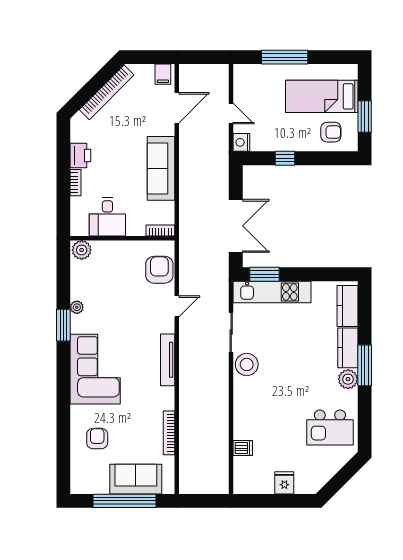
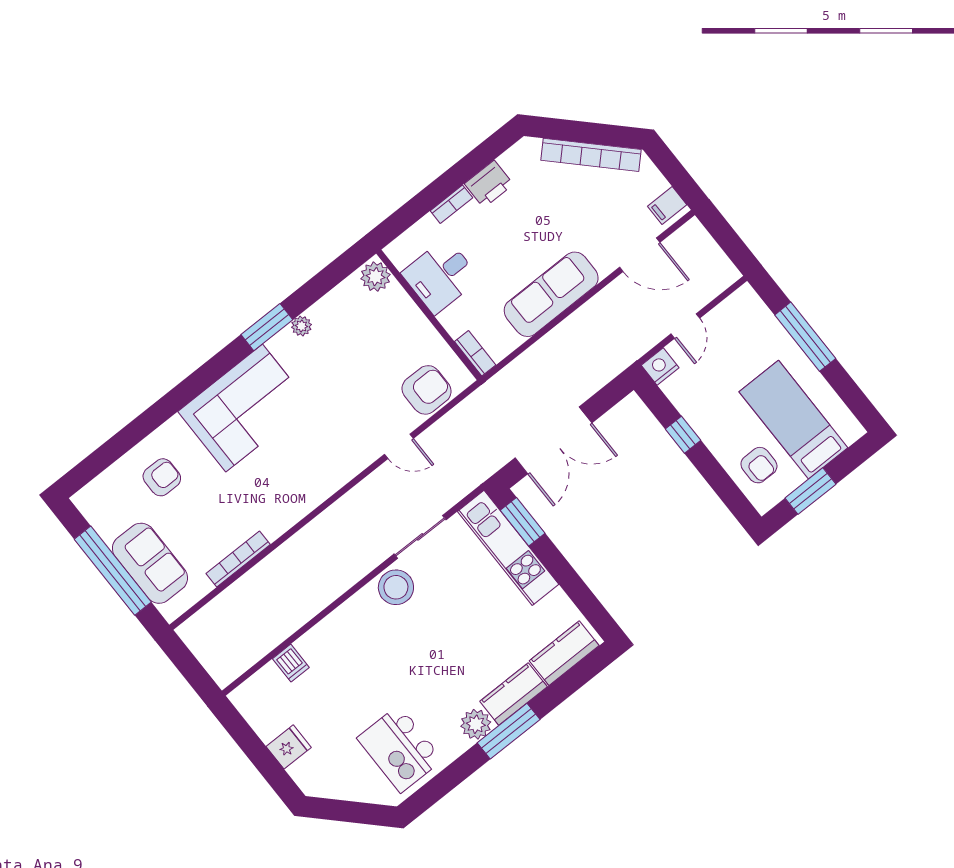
tv unit: (168, 360) -> (325, 487), removed

